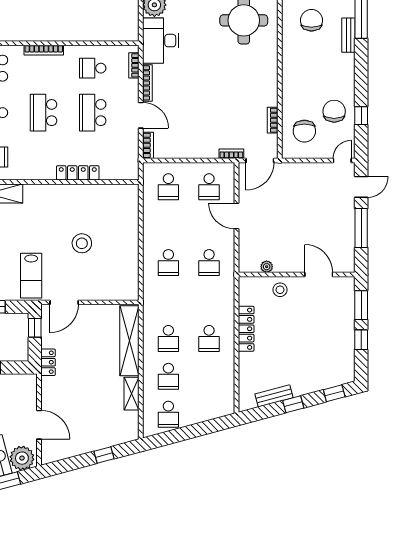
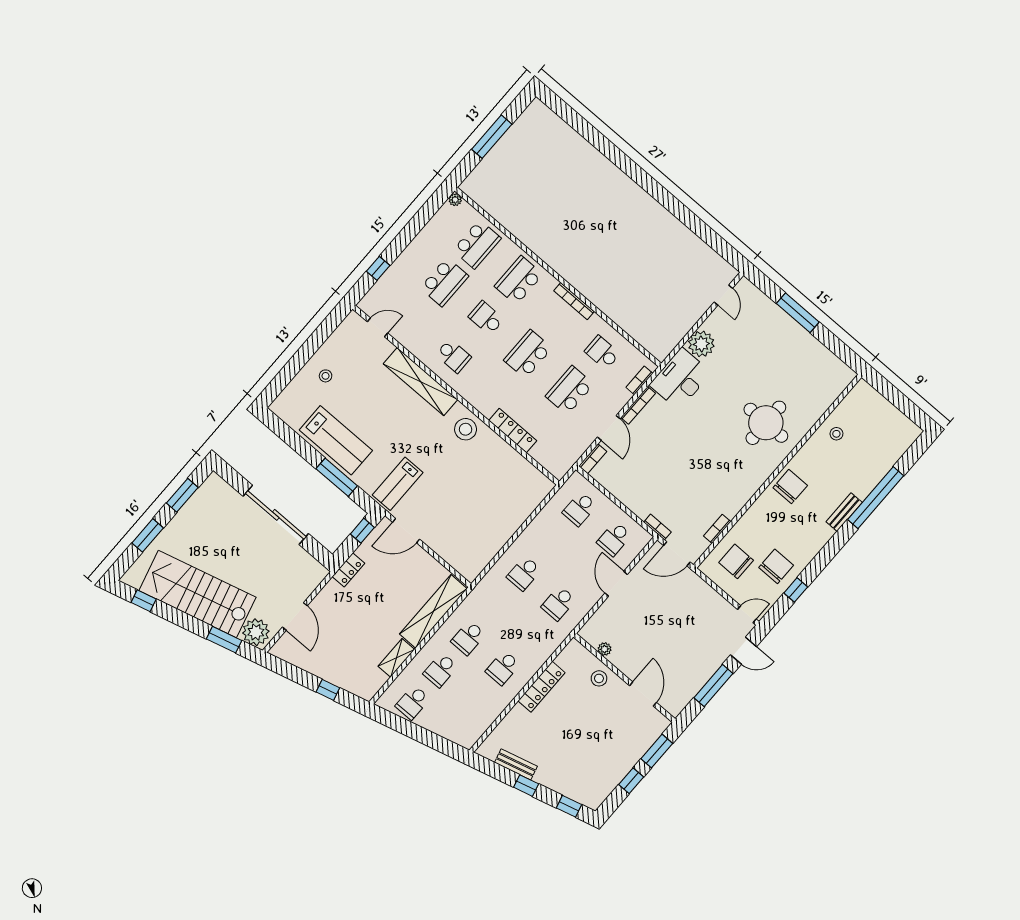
chair: (311, 20) -> (790, 487), moved
chair: (304, 131) -> (736, 561), turned 90
stool: (82, 243) -> (466, 429), moved

